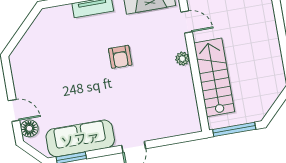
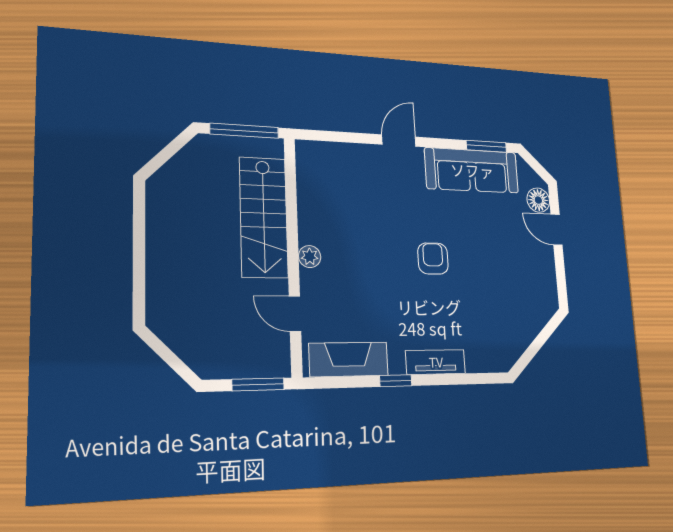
armchair: (120, 57) -> (433, 259), moved

